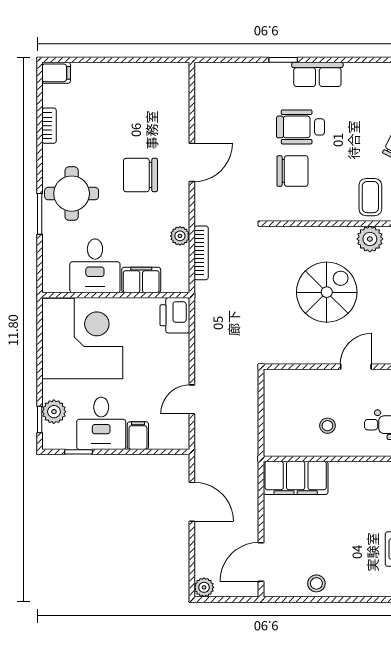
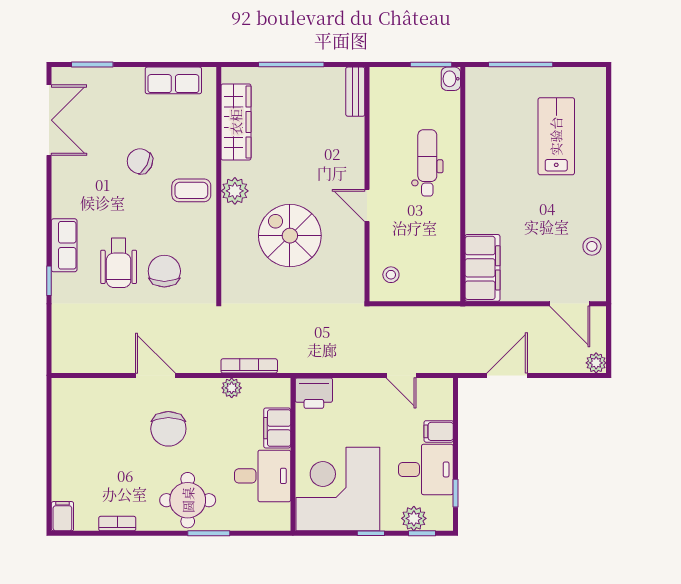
window: (40, 370) -> (371, 533), added
stool: (327, 426) -> (391, 275), moved

